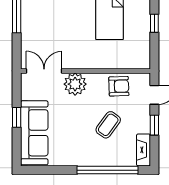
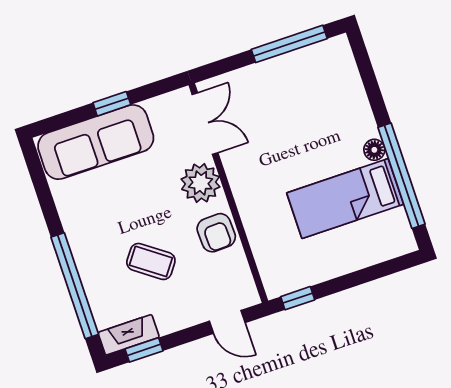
window: (154, 23) -> (298, 298), moved
armchair: (119, 86) -> (216, 233), moved
window: (154, 125) -> (144, 350), moved

